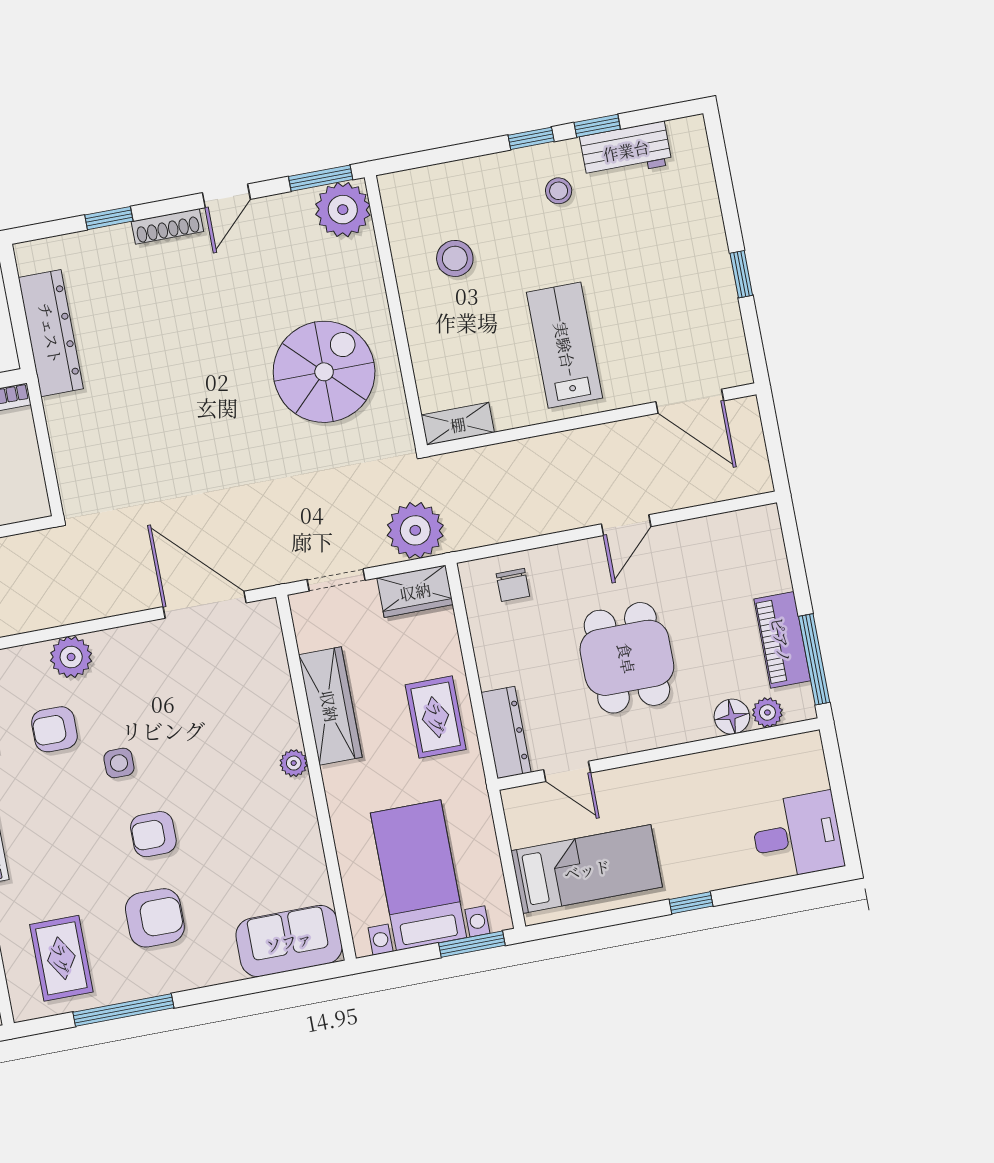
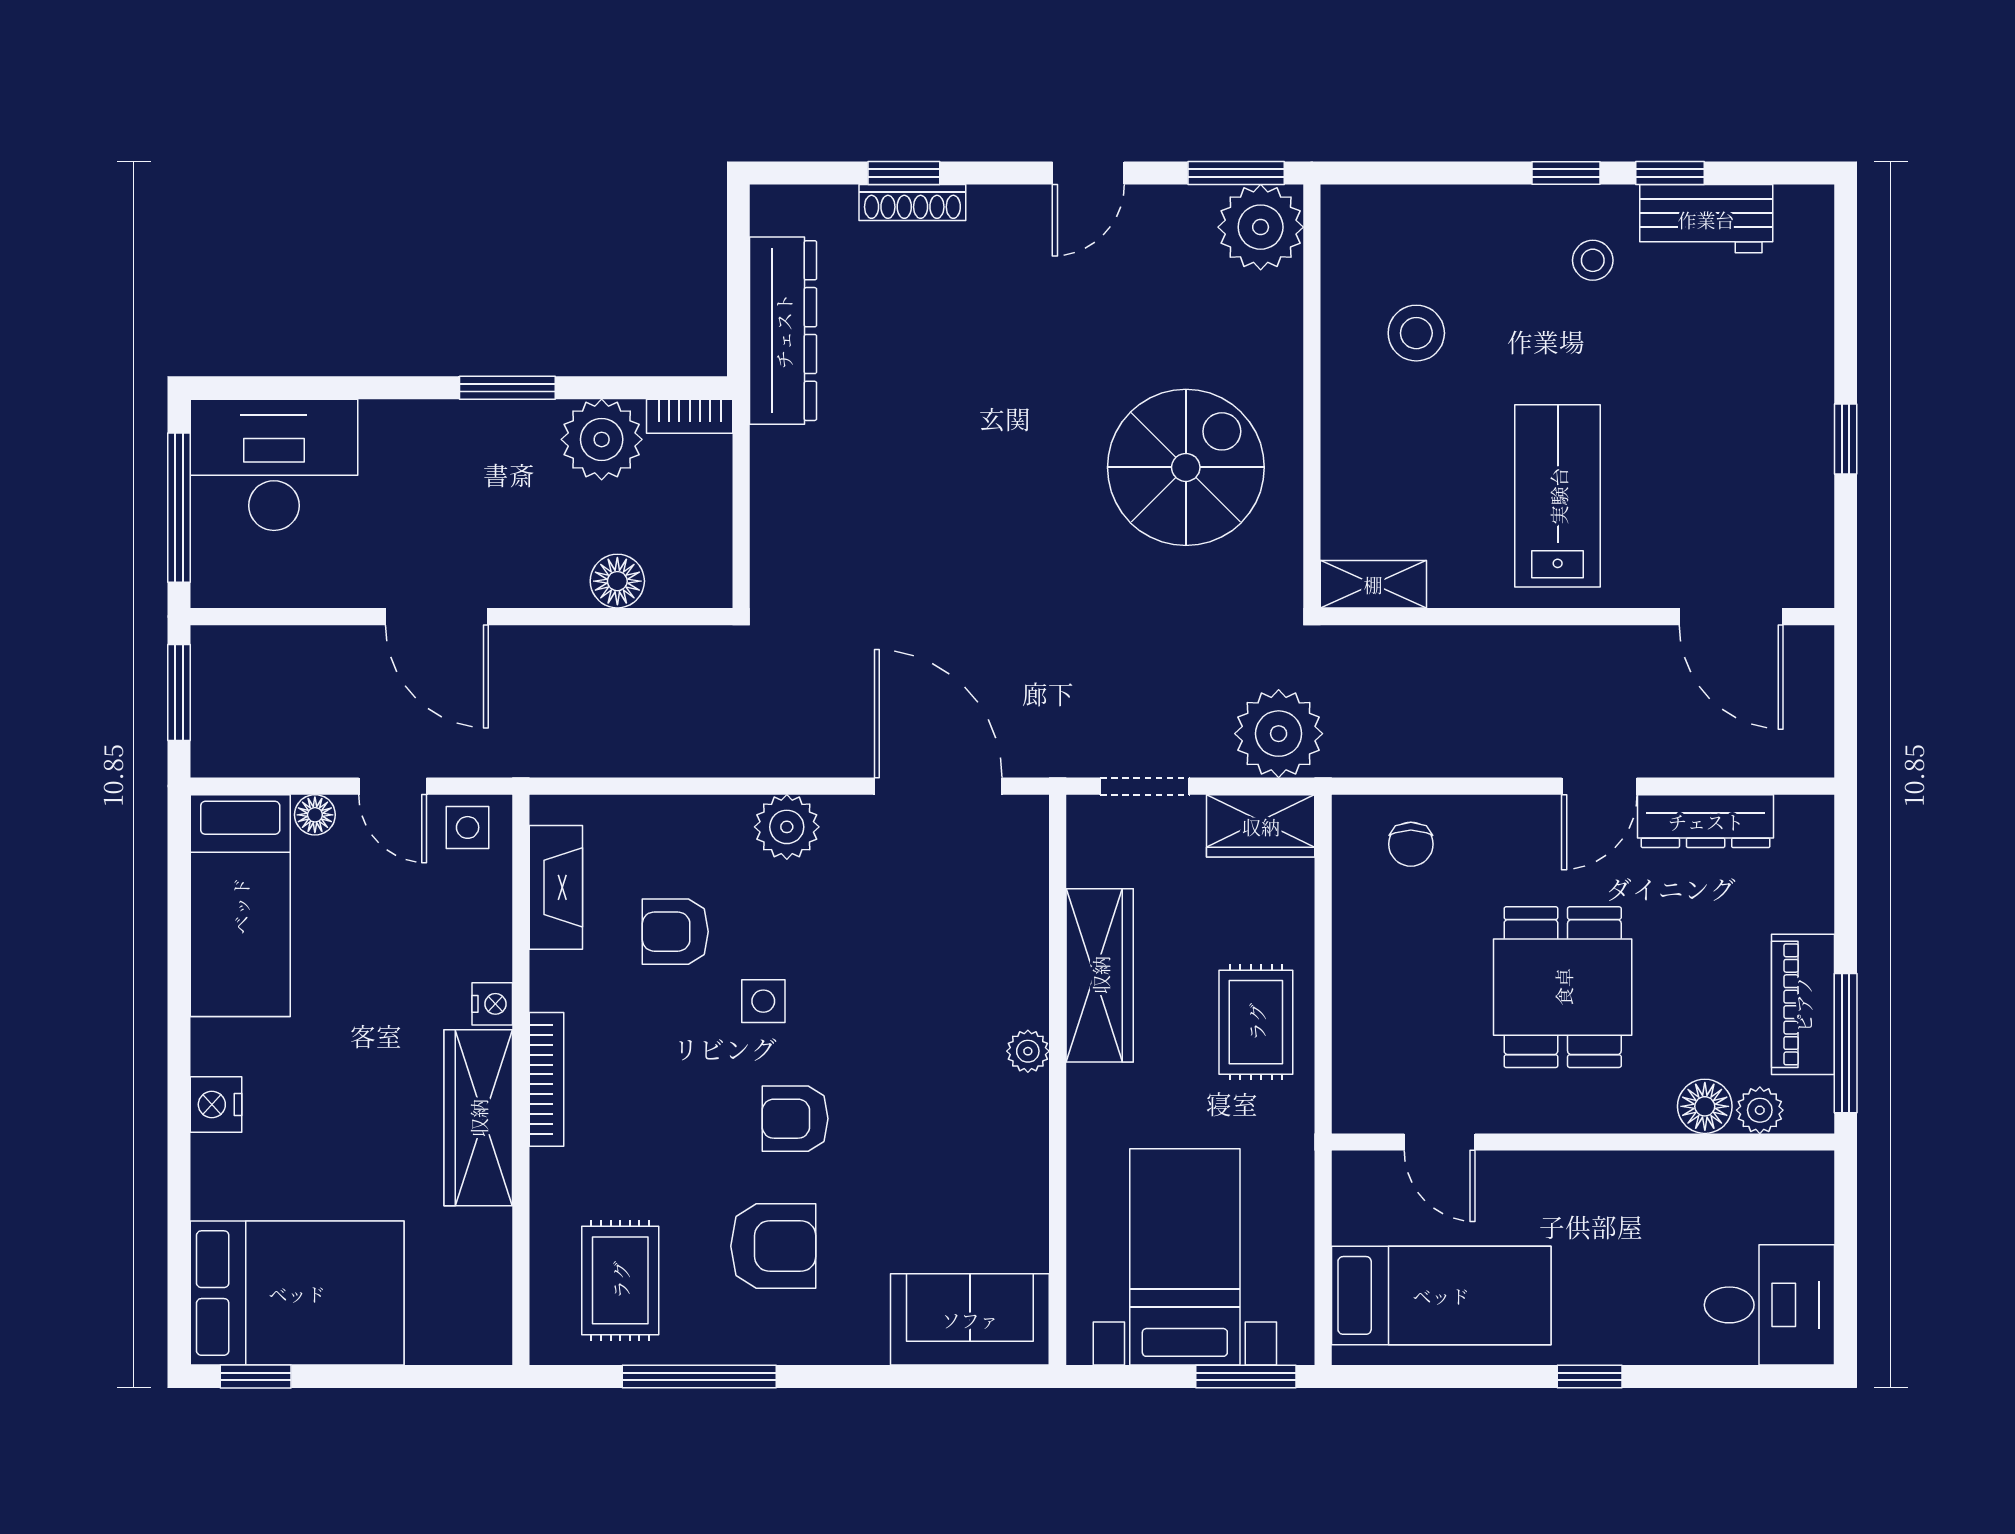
shoe rack: (167, 226) -> (912, 202), moved
plant: (71, 657) -> (787, 827), moved
dresser: (506, 732) -> (1706, 821), moved, turned 90

